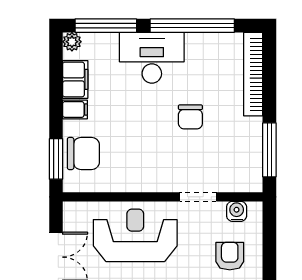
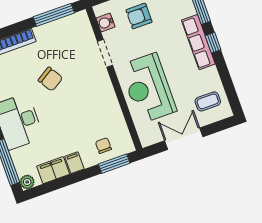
chair: (190, 117) -> (50, 79), turned 58
chair: (83, 153) -> (103, 146), width x0.54, depth x0.54

